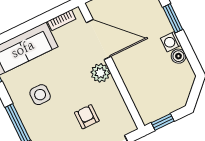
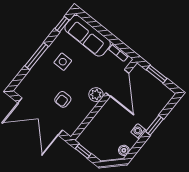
boiler: (178, 56) -> (124, 150), moved
armchair: (87, 117) -> (63, 99), turned 180

